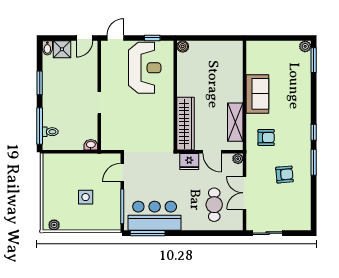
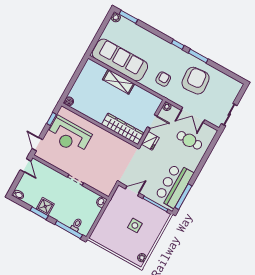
shower: (62, 49) -> (45, 206), moved
reception desk: (145, 68) -> (69, 136), turned 180
sofa: (257, 94) -> (120, 60), width x1.85, depth x1.27
shelving: (235, 122) -> (118, 82), moved
door: (122, 173) -> (132, 191), swing flipped
armchair: (284, 175) -> (196, 81), width x1.88, depth x1.88

